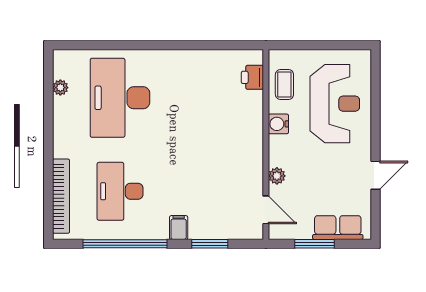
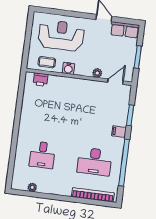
desk: (120, 98) -> (42, 155), width x0.53, depth x0.77
row of seats: (338, 228) -> (125, 30), moved, turned -90

